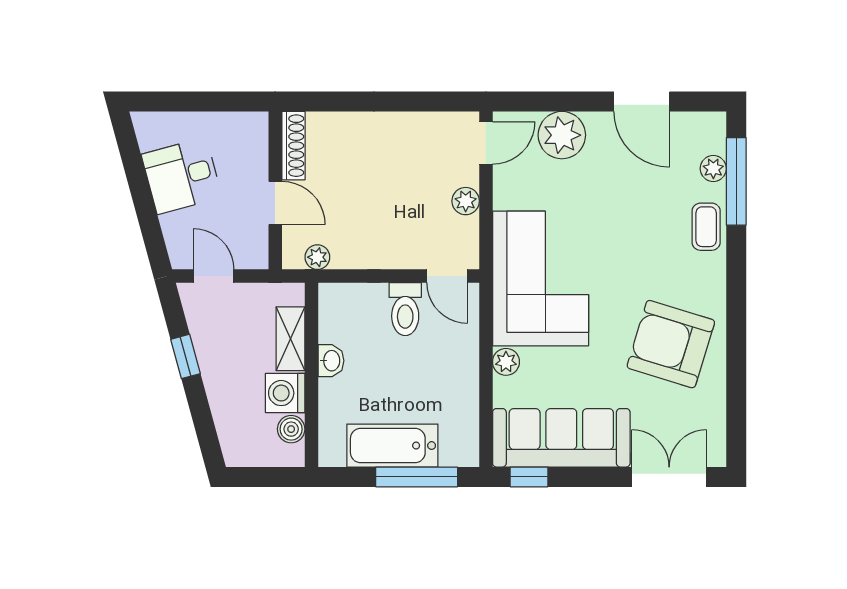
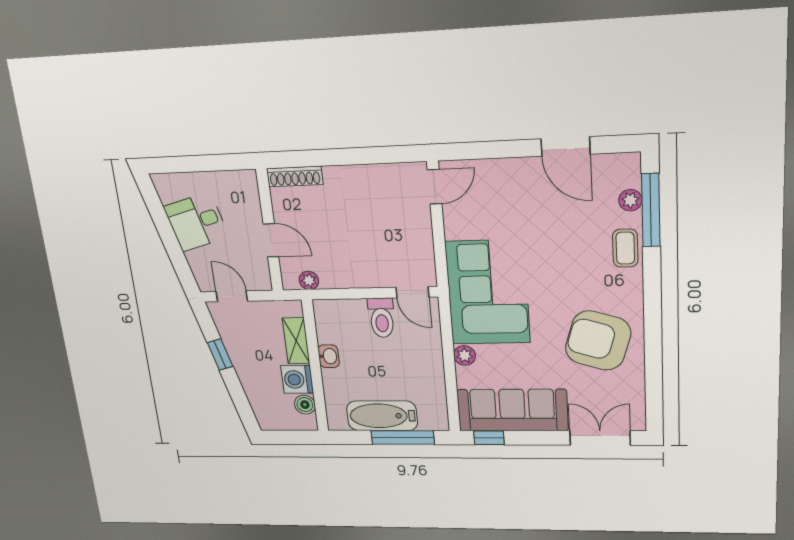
plant: (562, 135) -> (498, 178), removed
shoe rack: (293, 146) -> (295, 176), moved, turned 90
plant: (466, 201) -> (422, 234), removed

